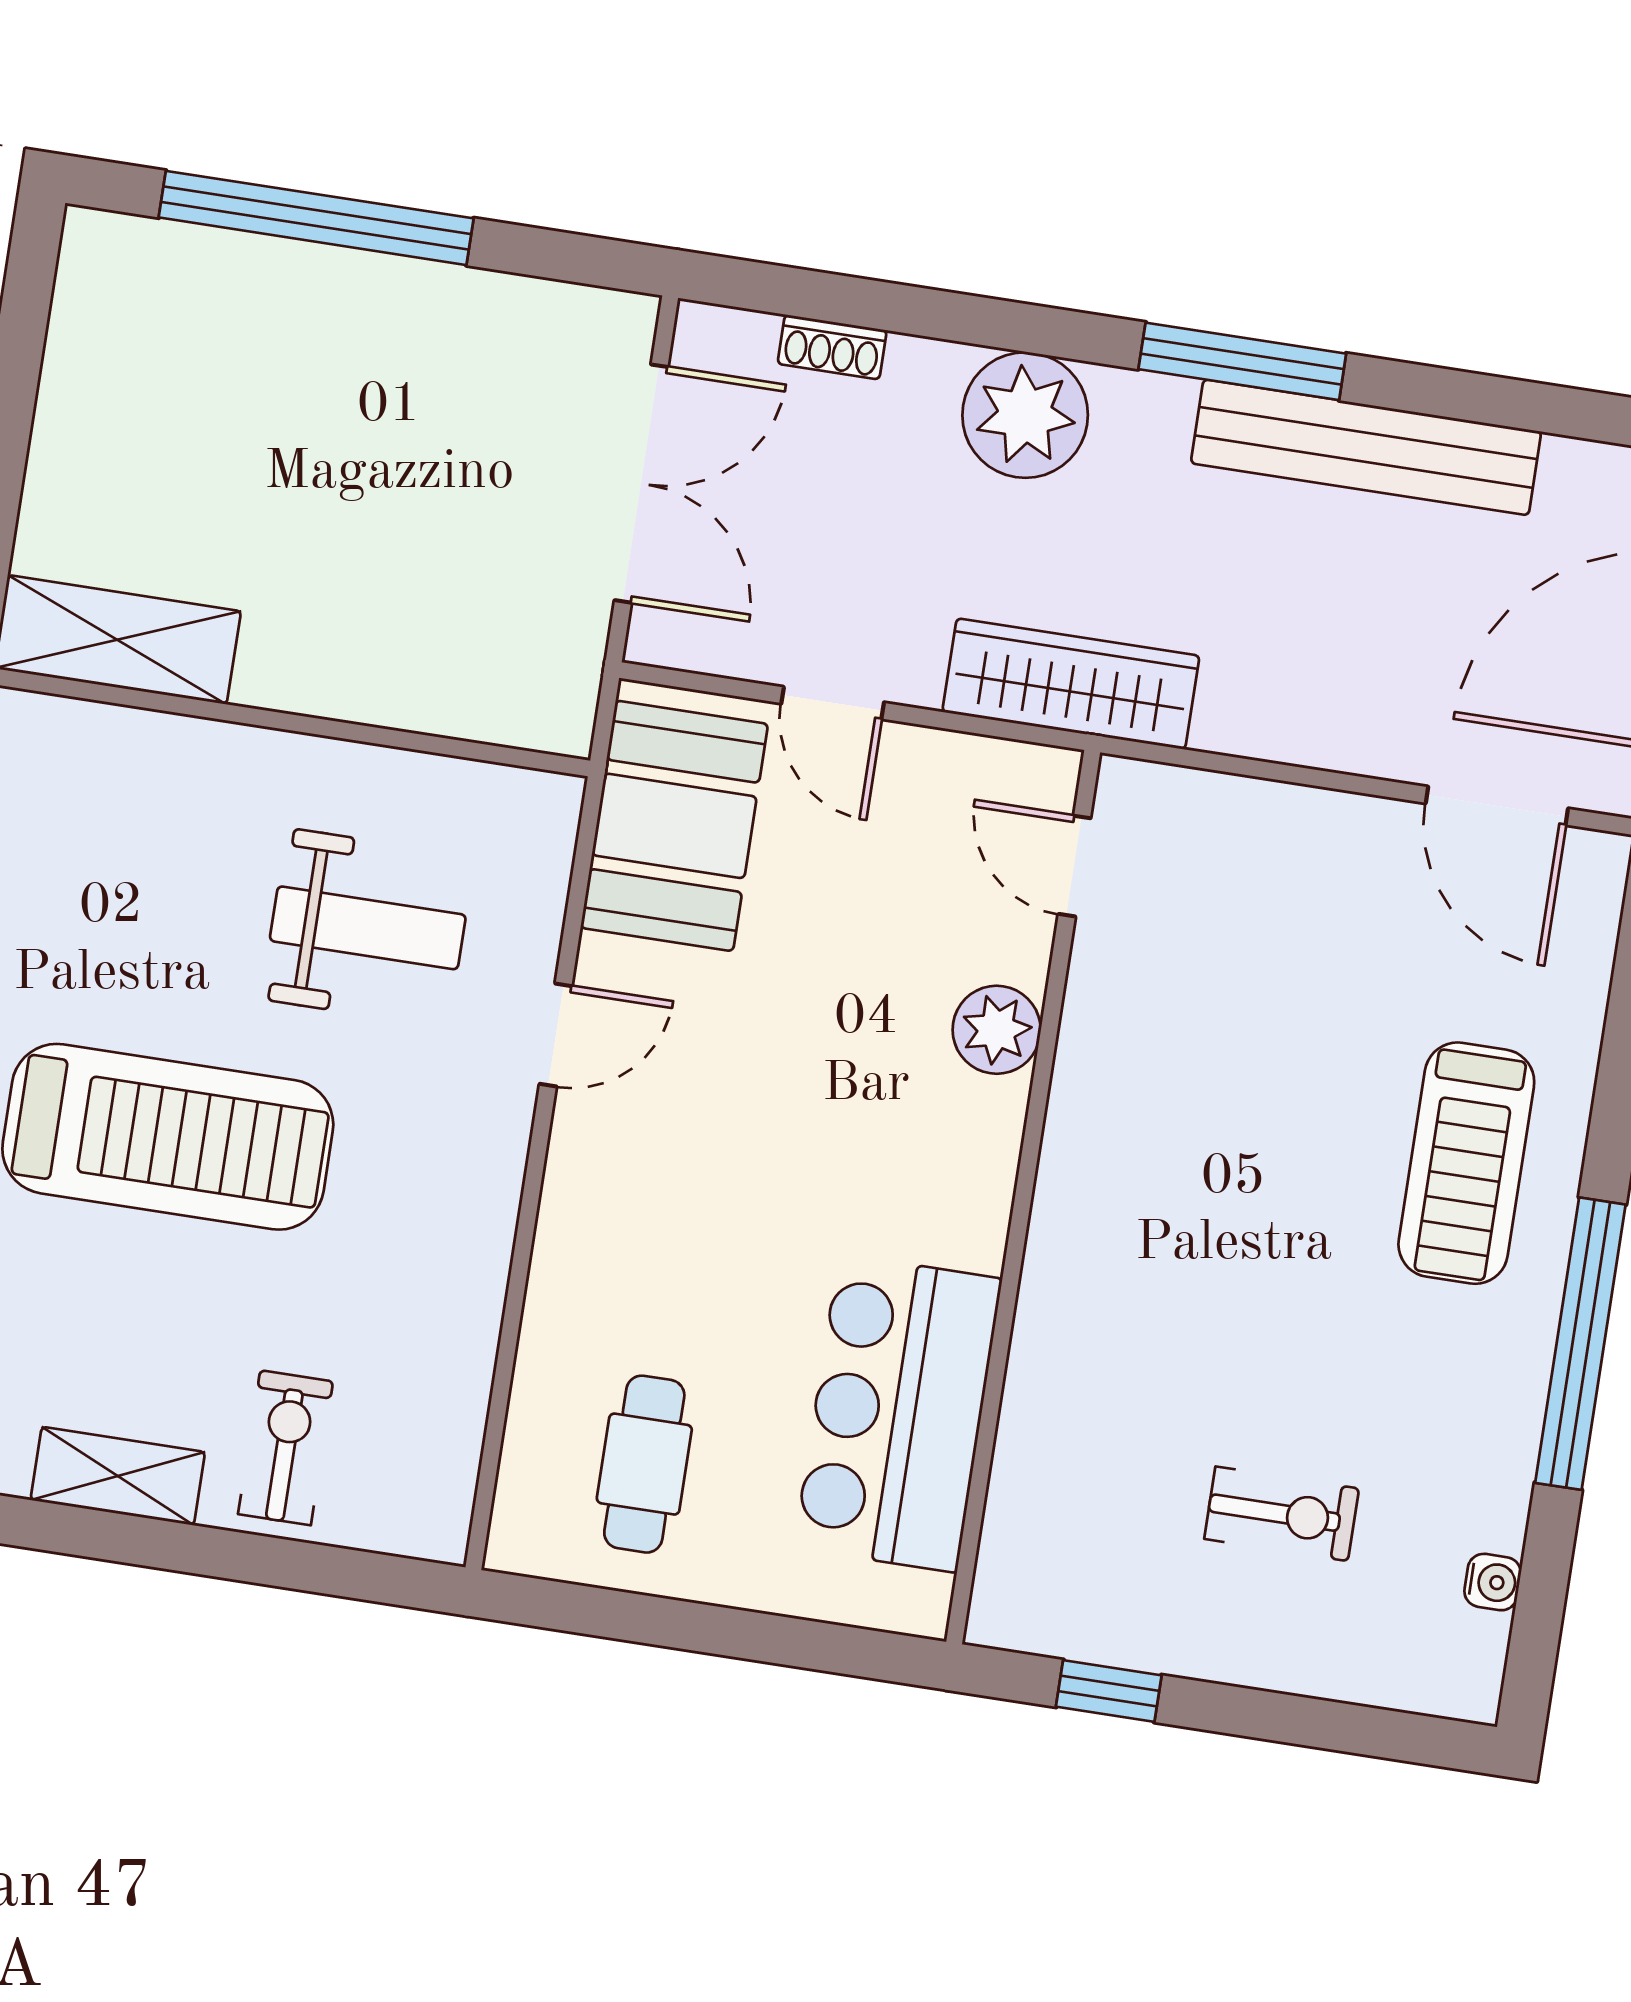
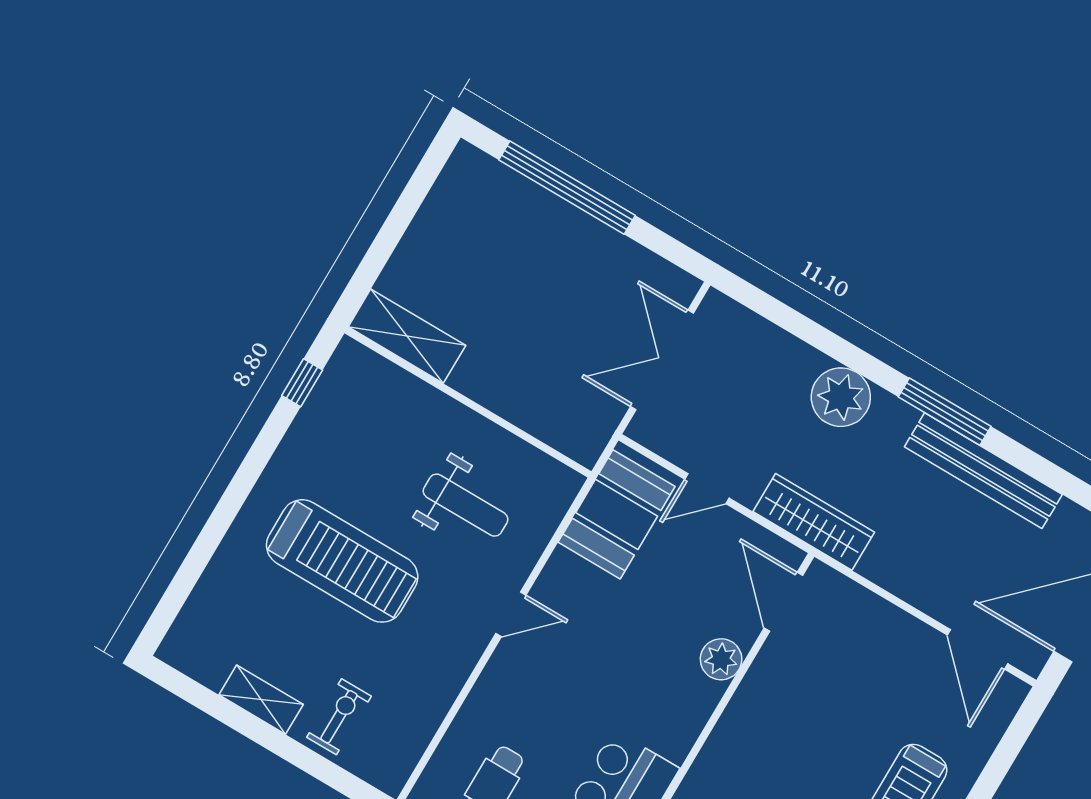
shoe rack: (832, 347) -> (769, 334), removed
double door: (641, 484) -> (662, 360), swing flipped
door: (833, 703) -> (707, 489), hinge flipped
door: (1074, 866) -> (783, 602), width x1.38
door: (556, 1035) -> (511, 614), moved

